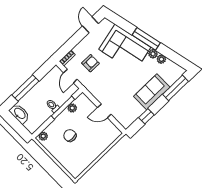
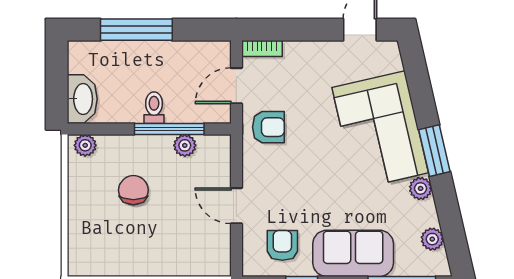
window: (146, 39) -> (434, 151), width x0.69
plant: (161, 59) -> (432, 239), moved
armchair: (90, 63) -> (268, 127), moved
armchair: (129, 109) -> (282, 245), added
washbasin: (20, 114) -> (82, 99), moved

